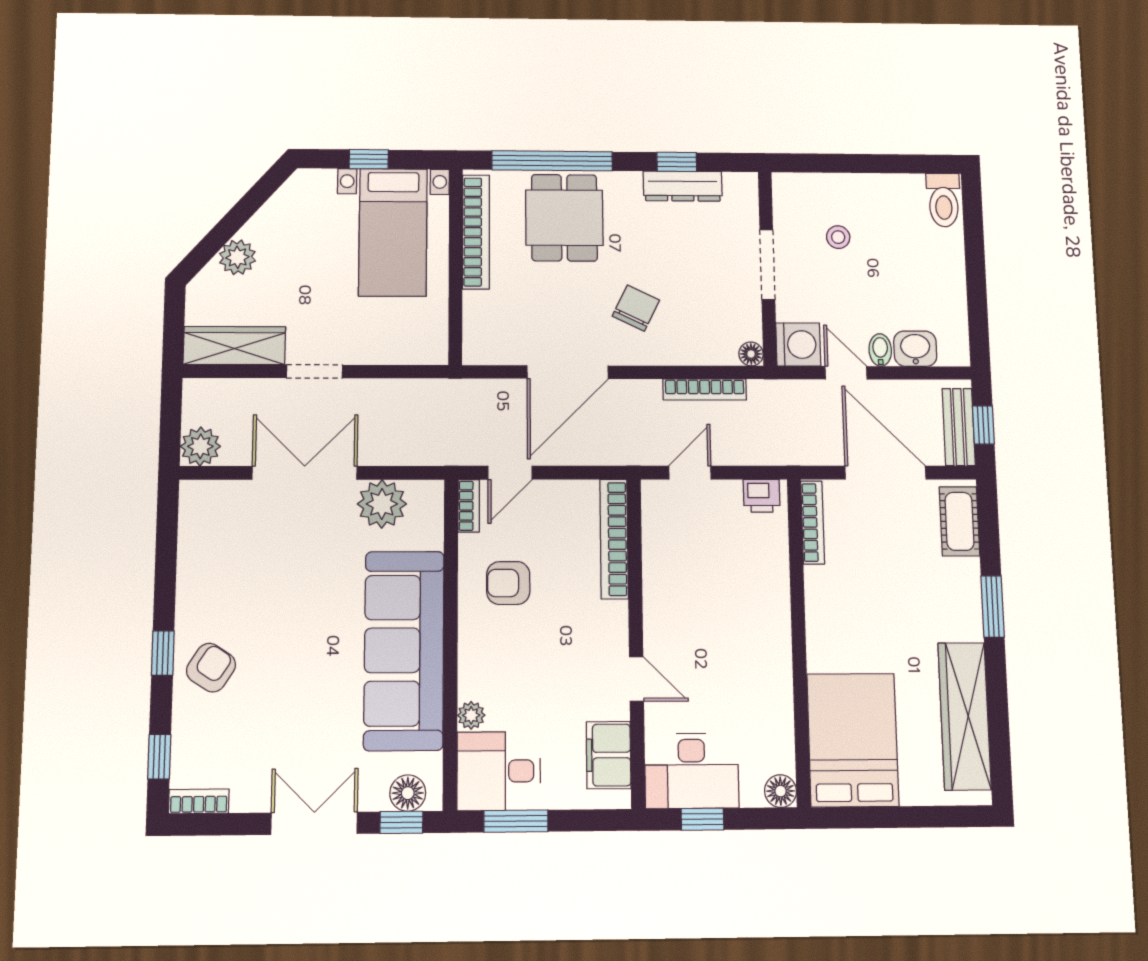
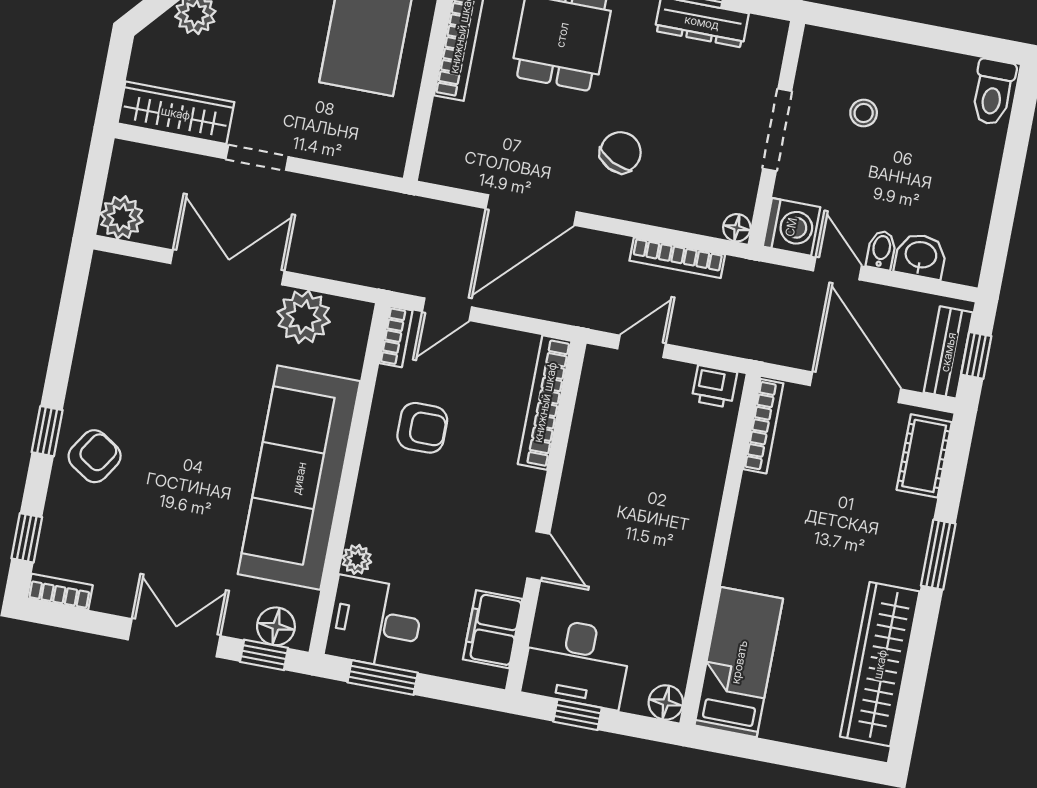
armchair: (508, 583) -> (422, 428), turned 180
bed: (853, 740) -> (739, 662), width x0.67

